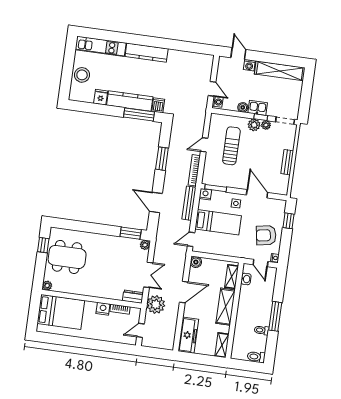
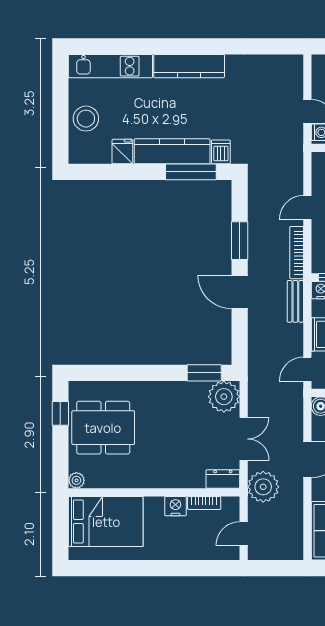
door: (156, 203) -> (240, 292), moved
bench: (189, 203) -> (295, 301), width x0.73
plant: (145, 245) -> (224, 397), width x1.88, depth x1.88

